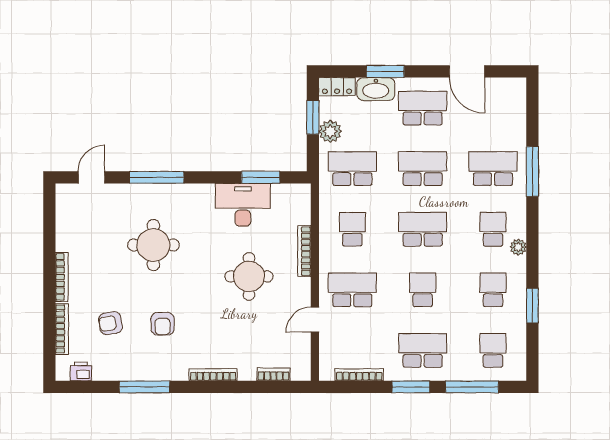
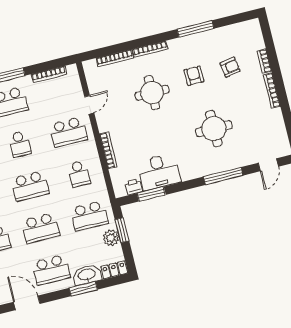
window: (313, 117) -> (122, 230), moved
round table: (249, 276) -> (152, 93), moved
bookcase: (62, 329) -> (264, 61), width x0.64
printer: (81, 371) -> (134, 187), moved, turned 180
bookcase: (273, 374) -> (115, 58), width x1.56

